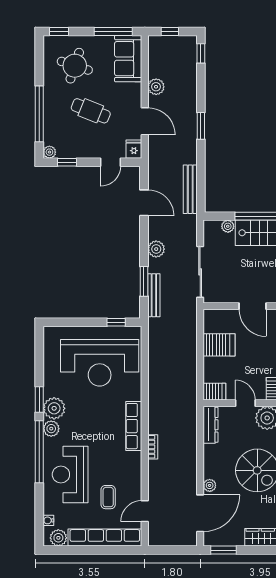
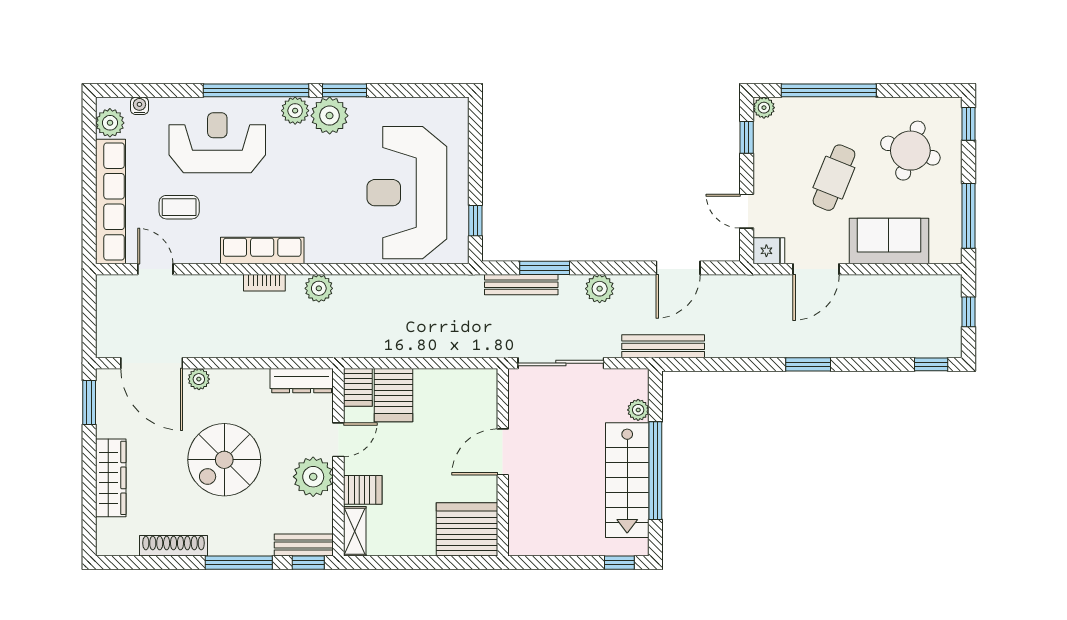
sofa: (128, 59) -> (889, 241), moved
plant: (156, 87) -> (319, 288), moved
bench: (190, 189) -> (663, 346), moved
server rack: (219, 345) -> (394, 395), moved
row of seats: (134, 426) -> (262, 250), moved

